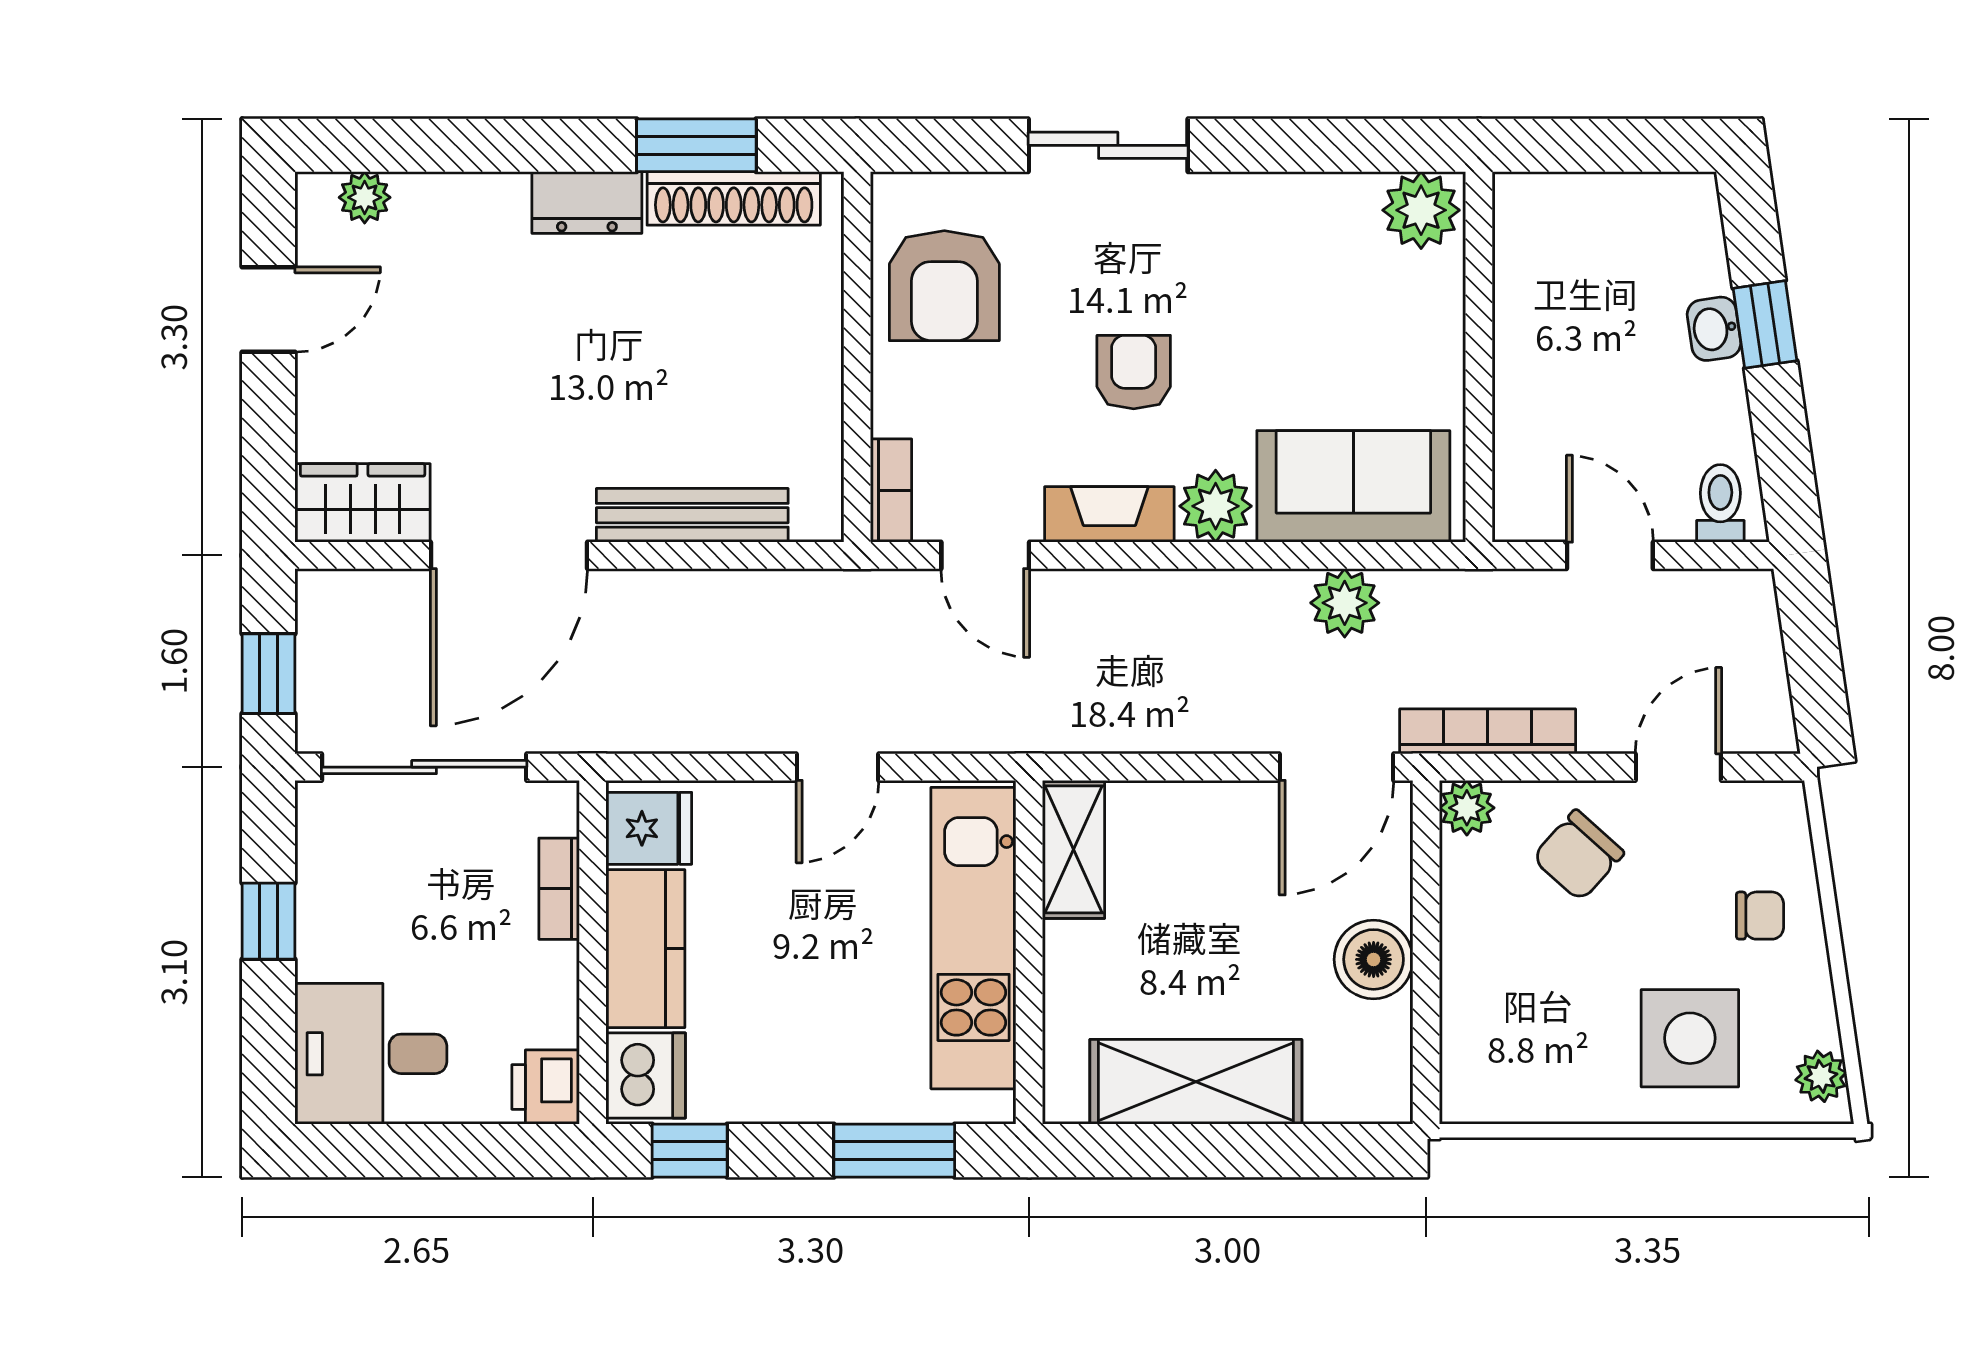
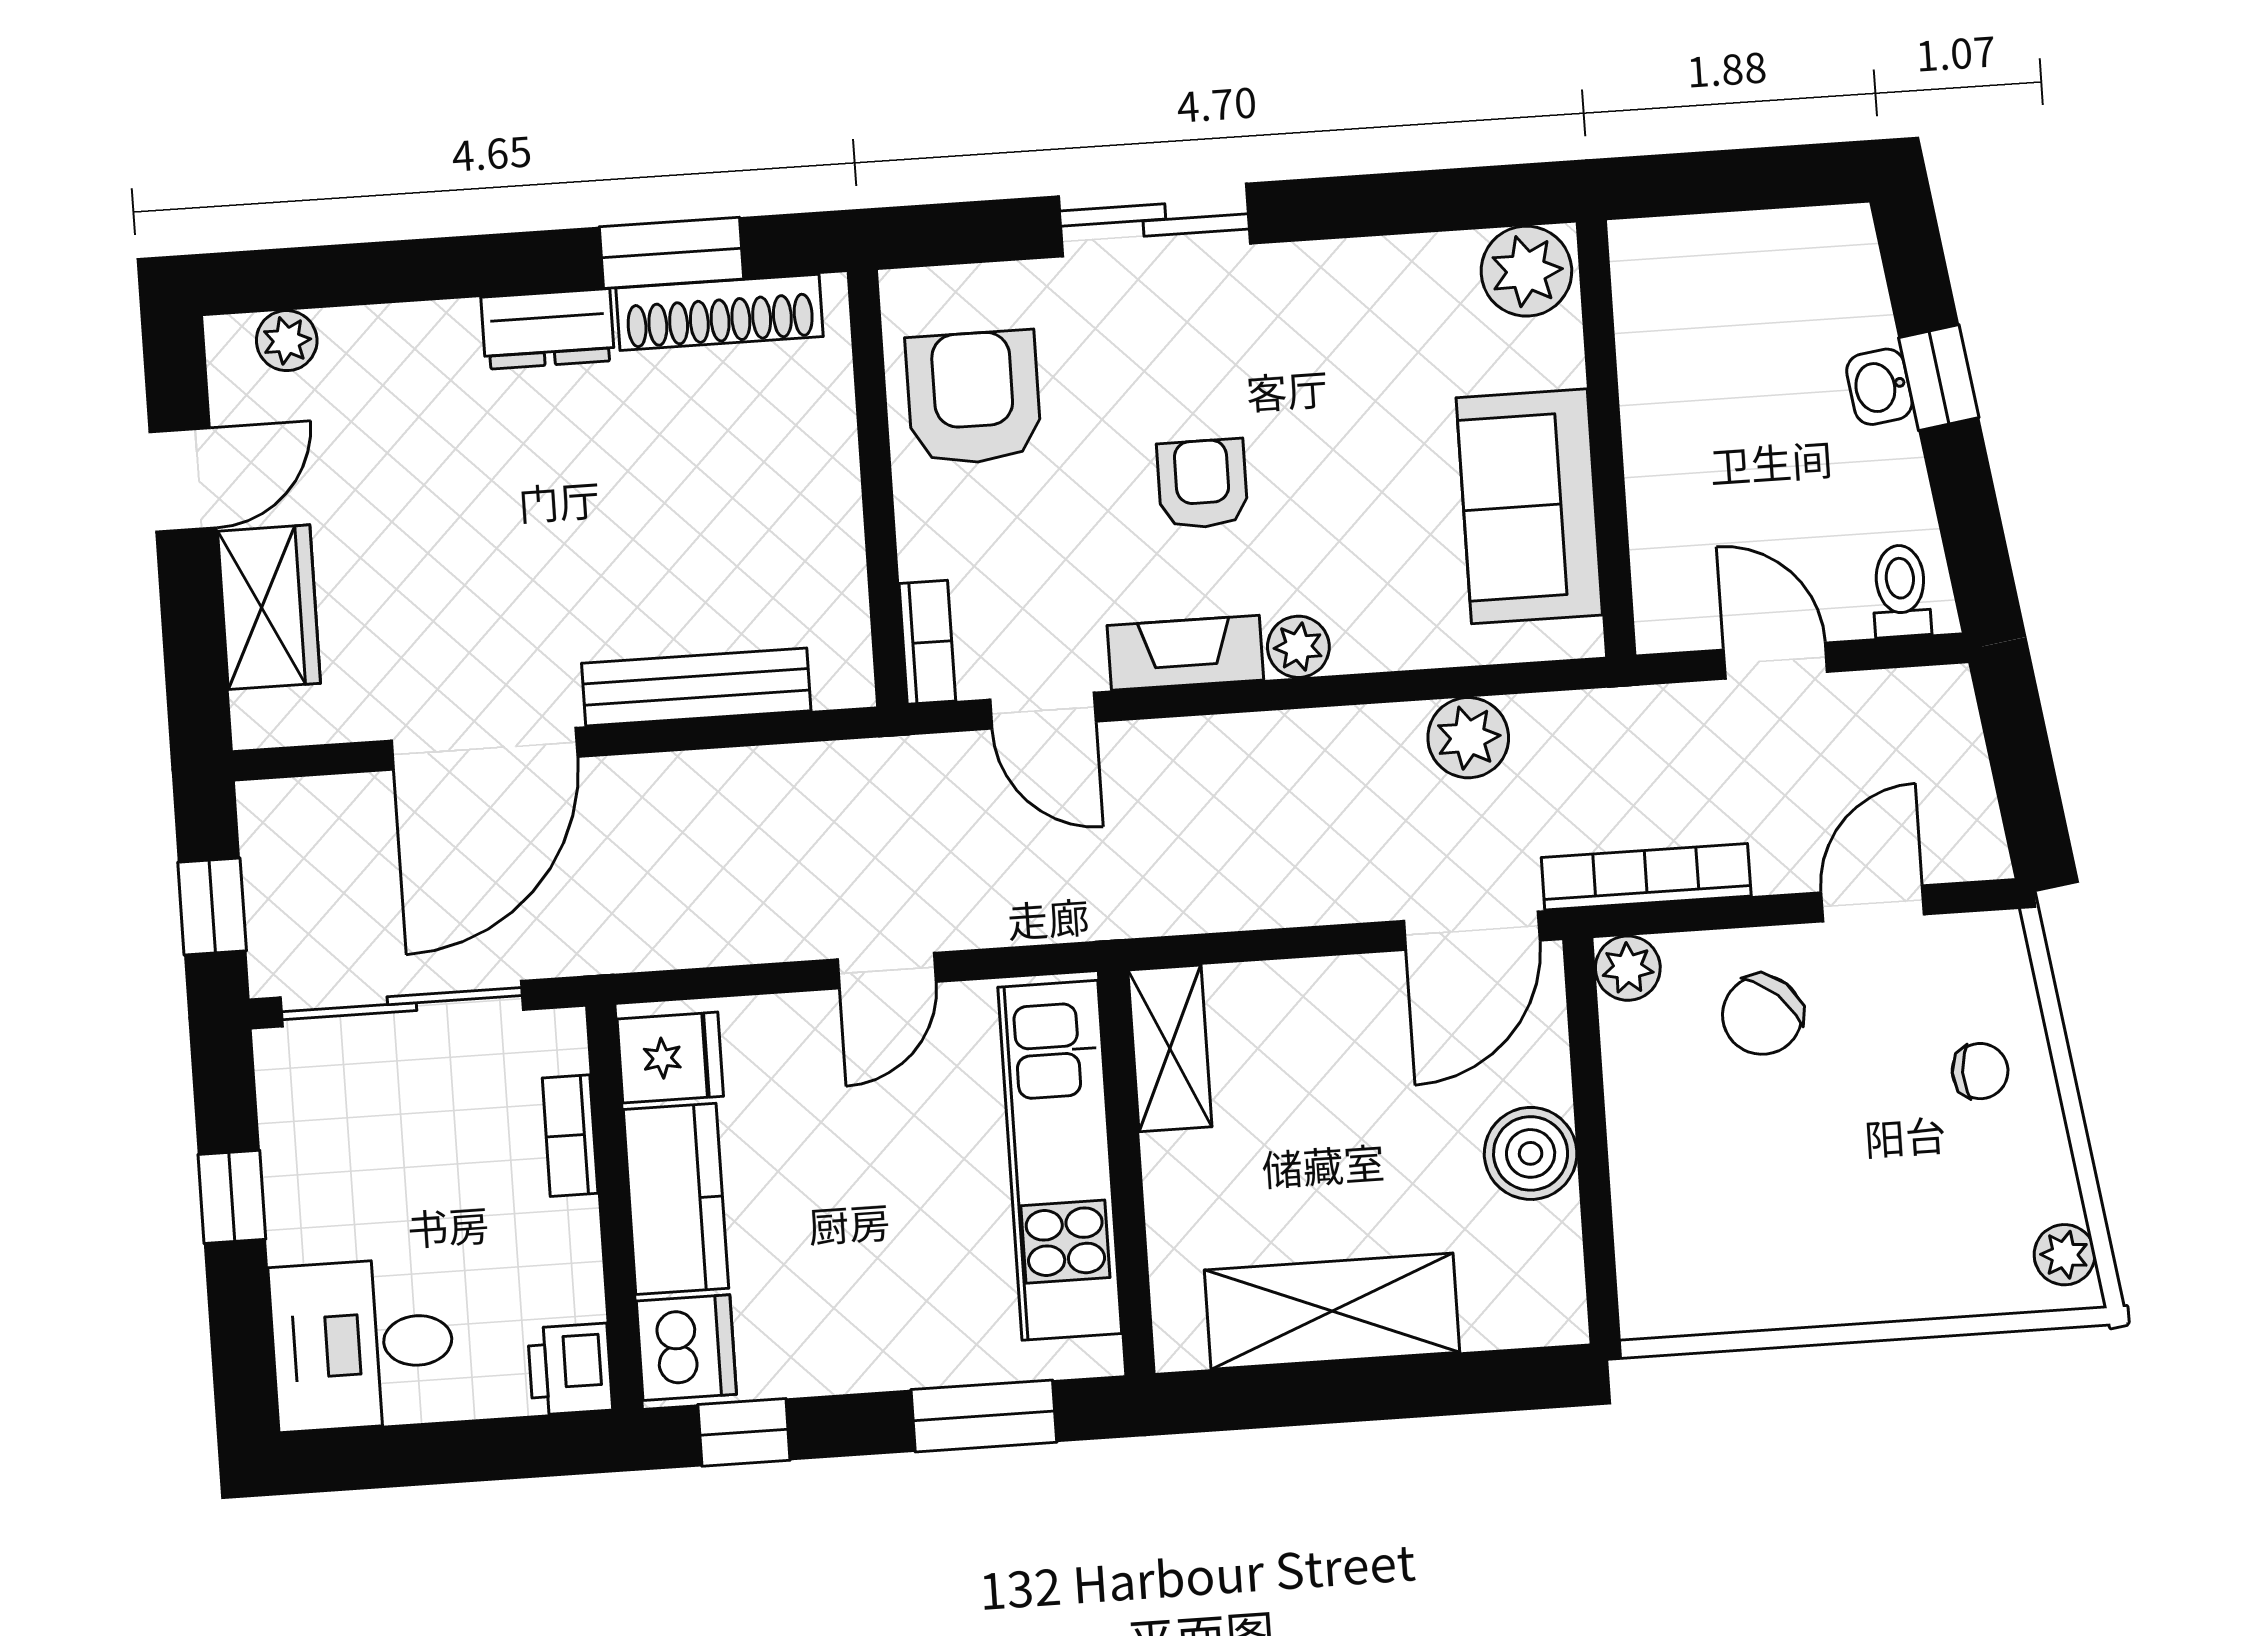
armchair: (944, 286) -> (973, 398), turned 180
sofa: (1353, 486) -> (1529, 506), moved, turned -90
wardrobe: (363, 503) -> (269, 607), moved, turned 90
plant: (1216, 506) -> (1298, 647), width x0.73, depth x0.73
side table: (1690, 1038) -> (1908, 1220), removed

